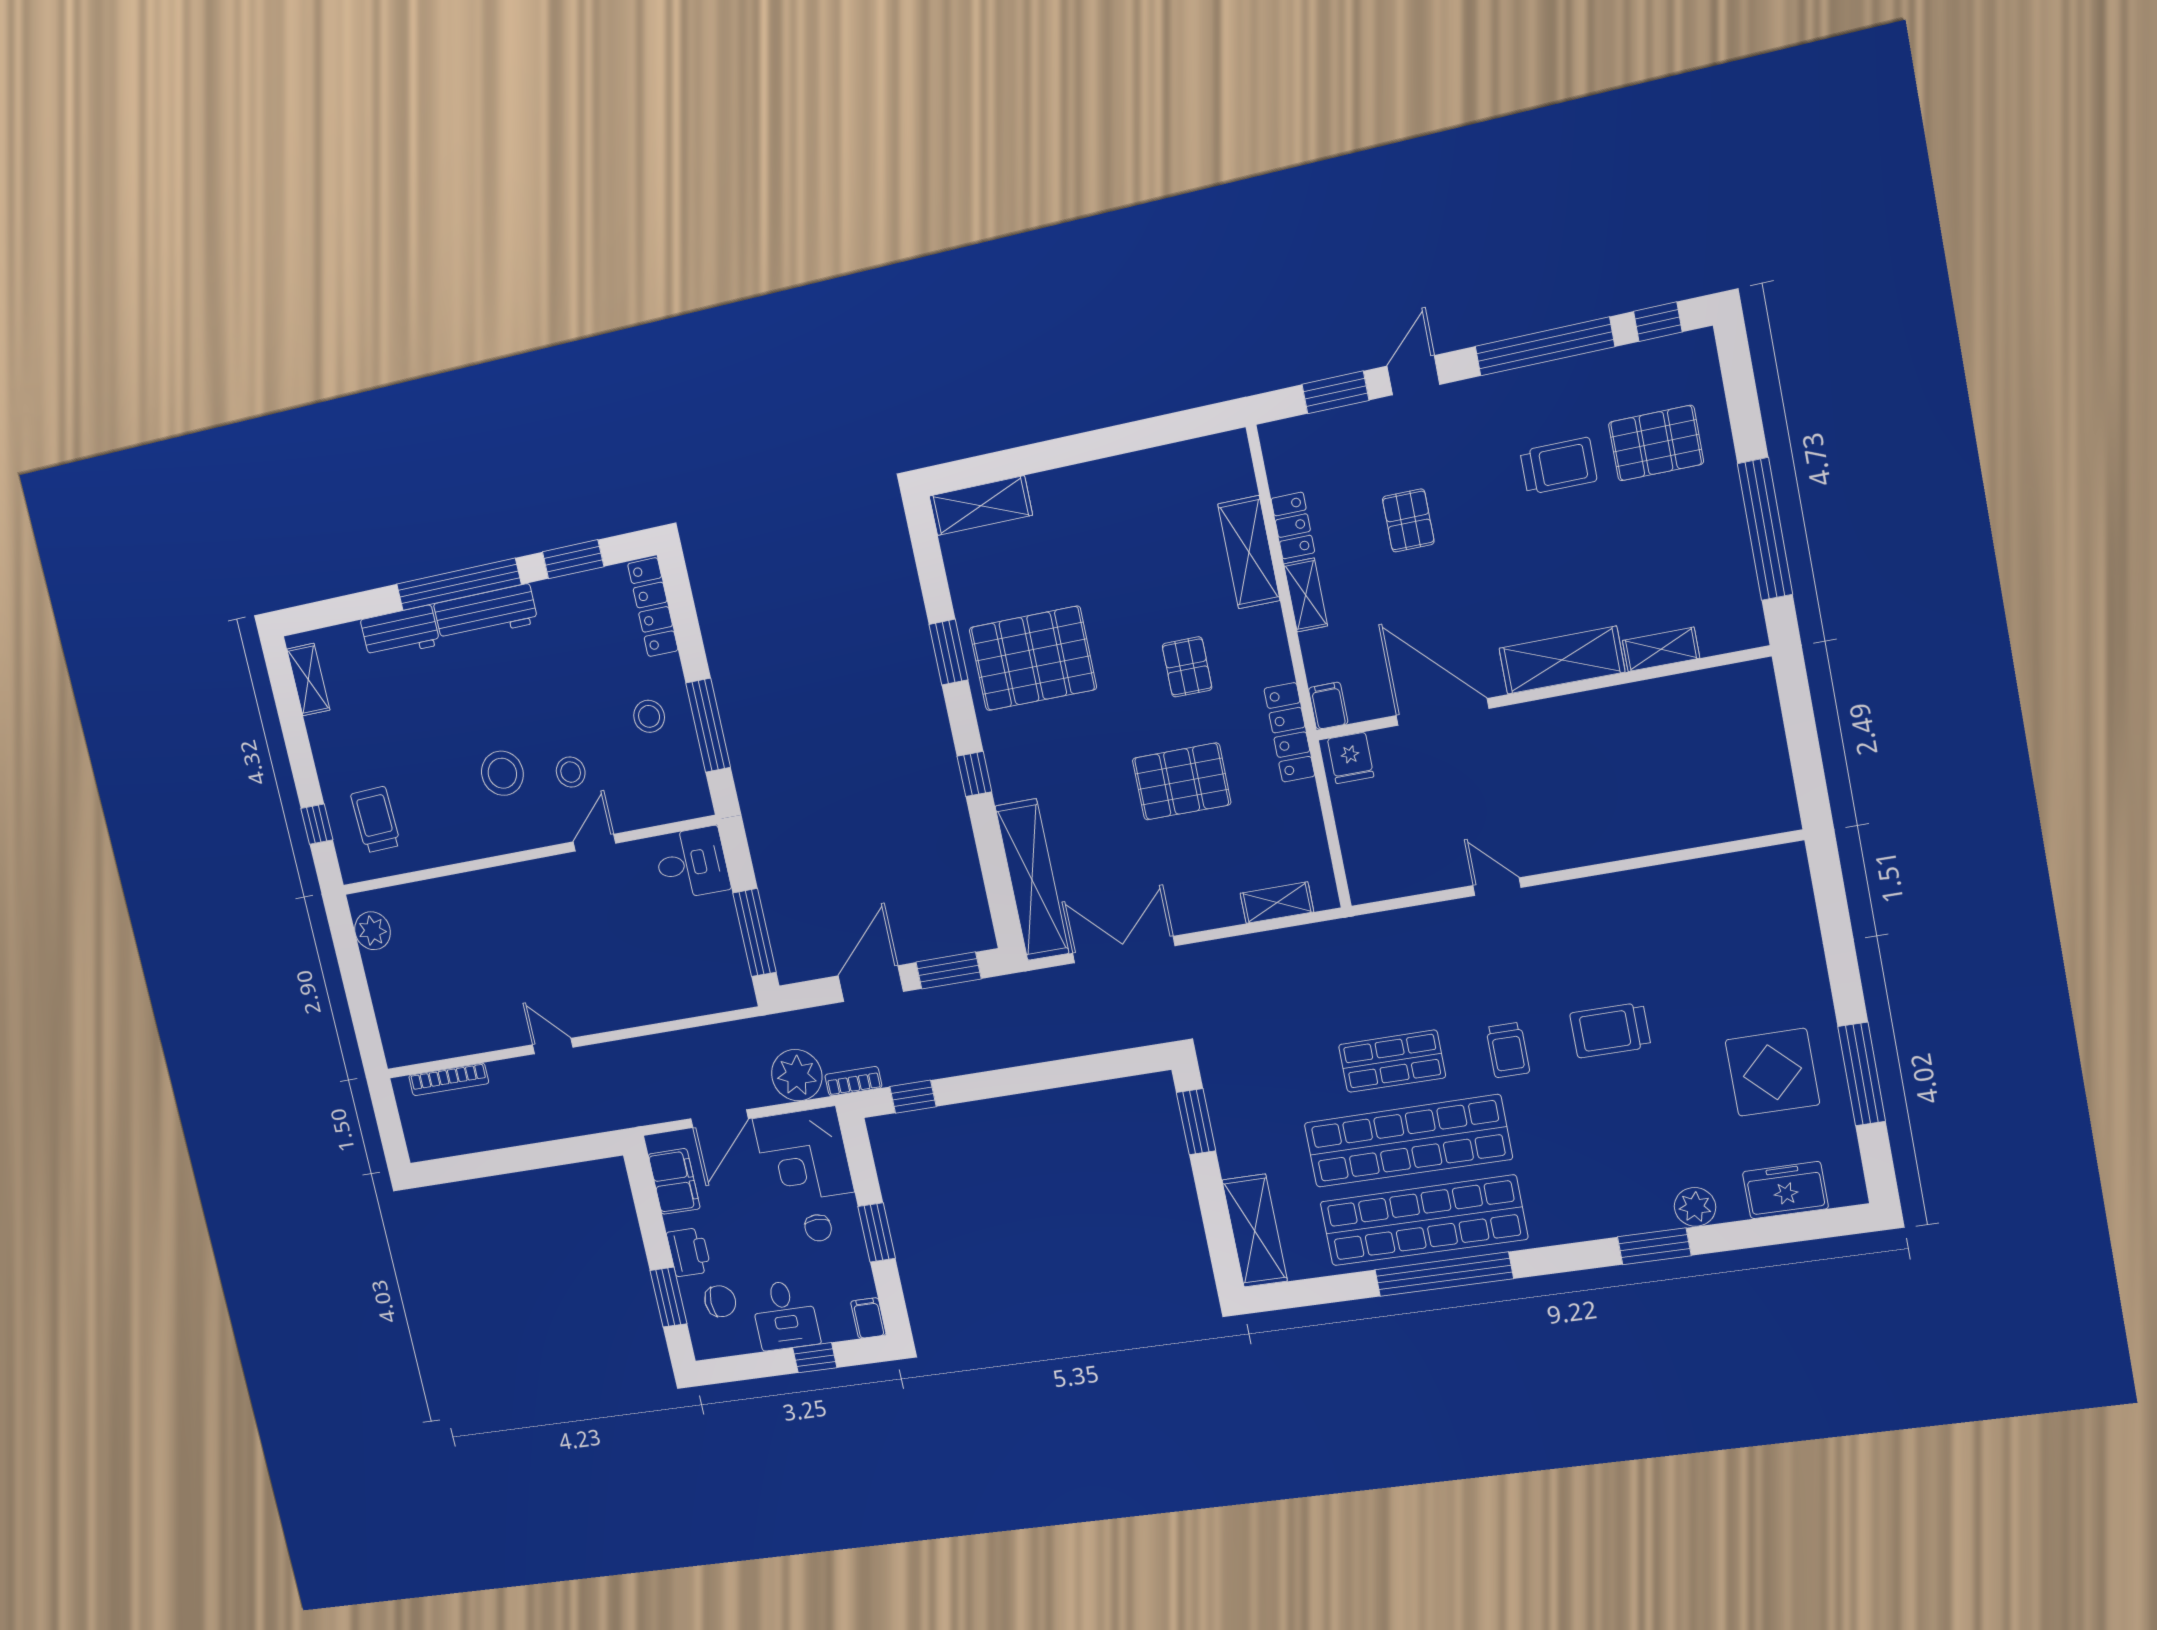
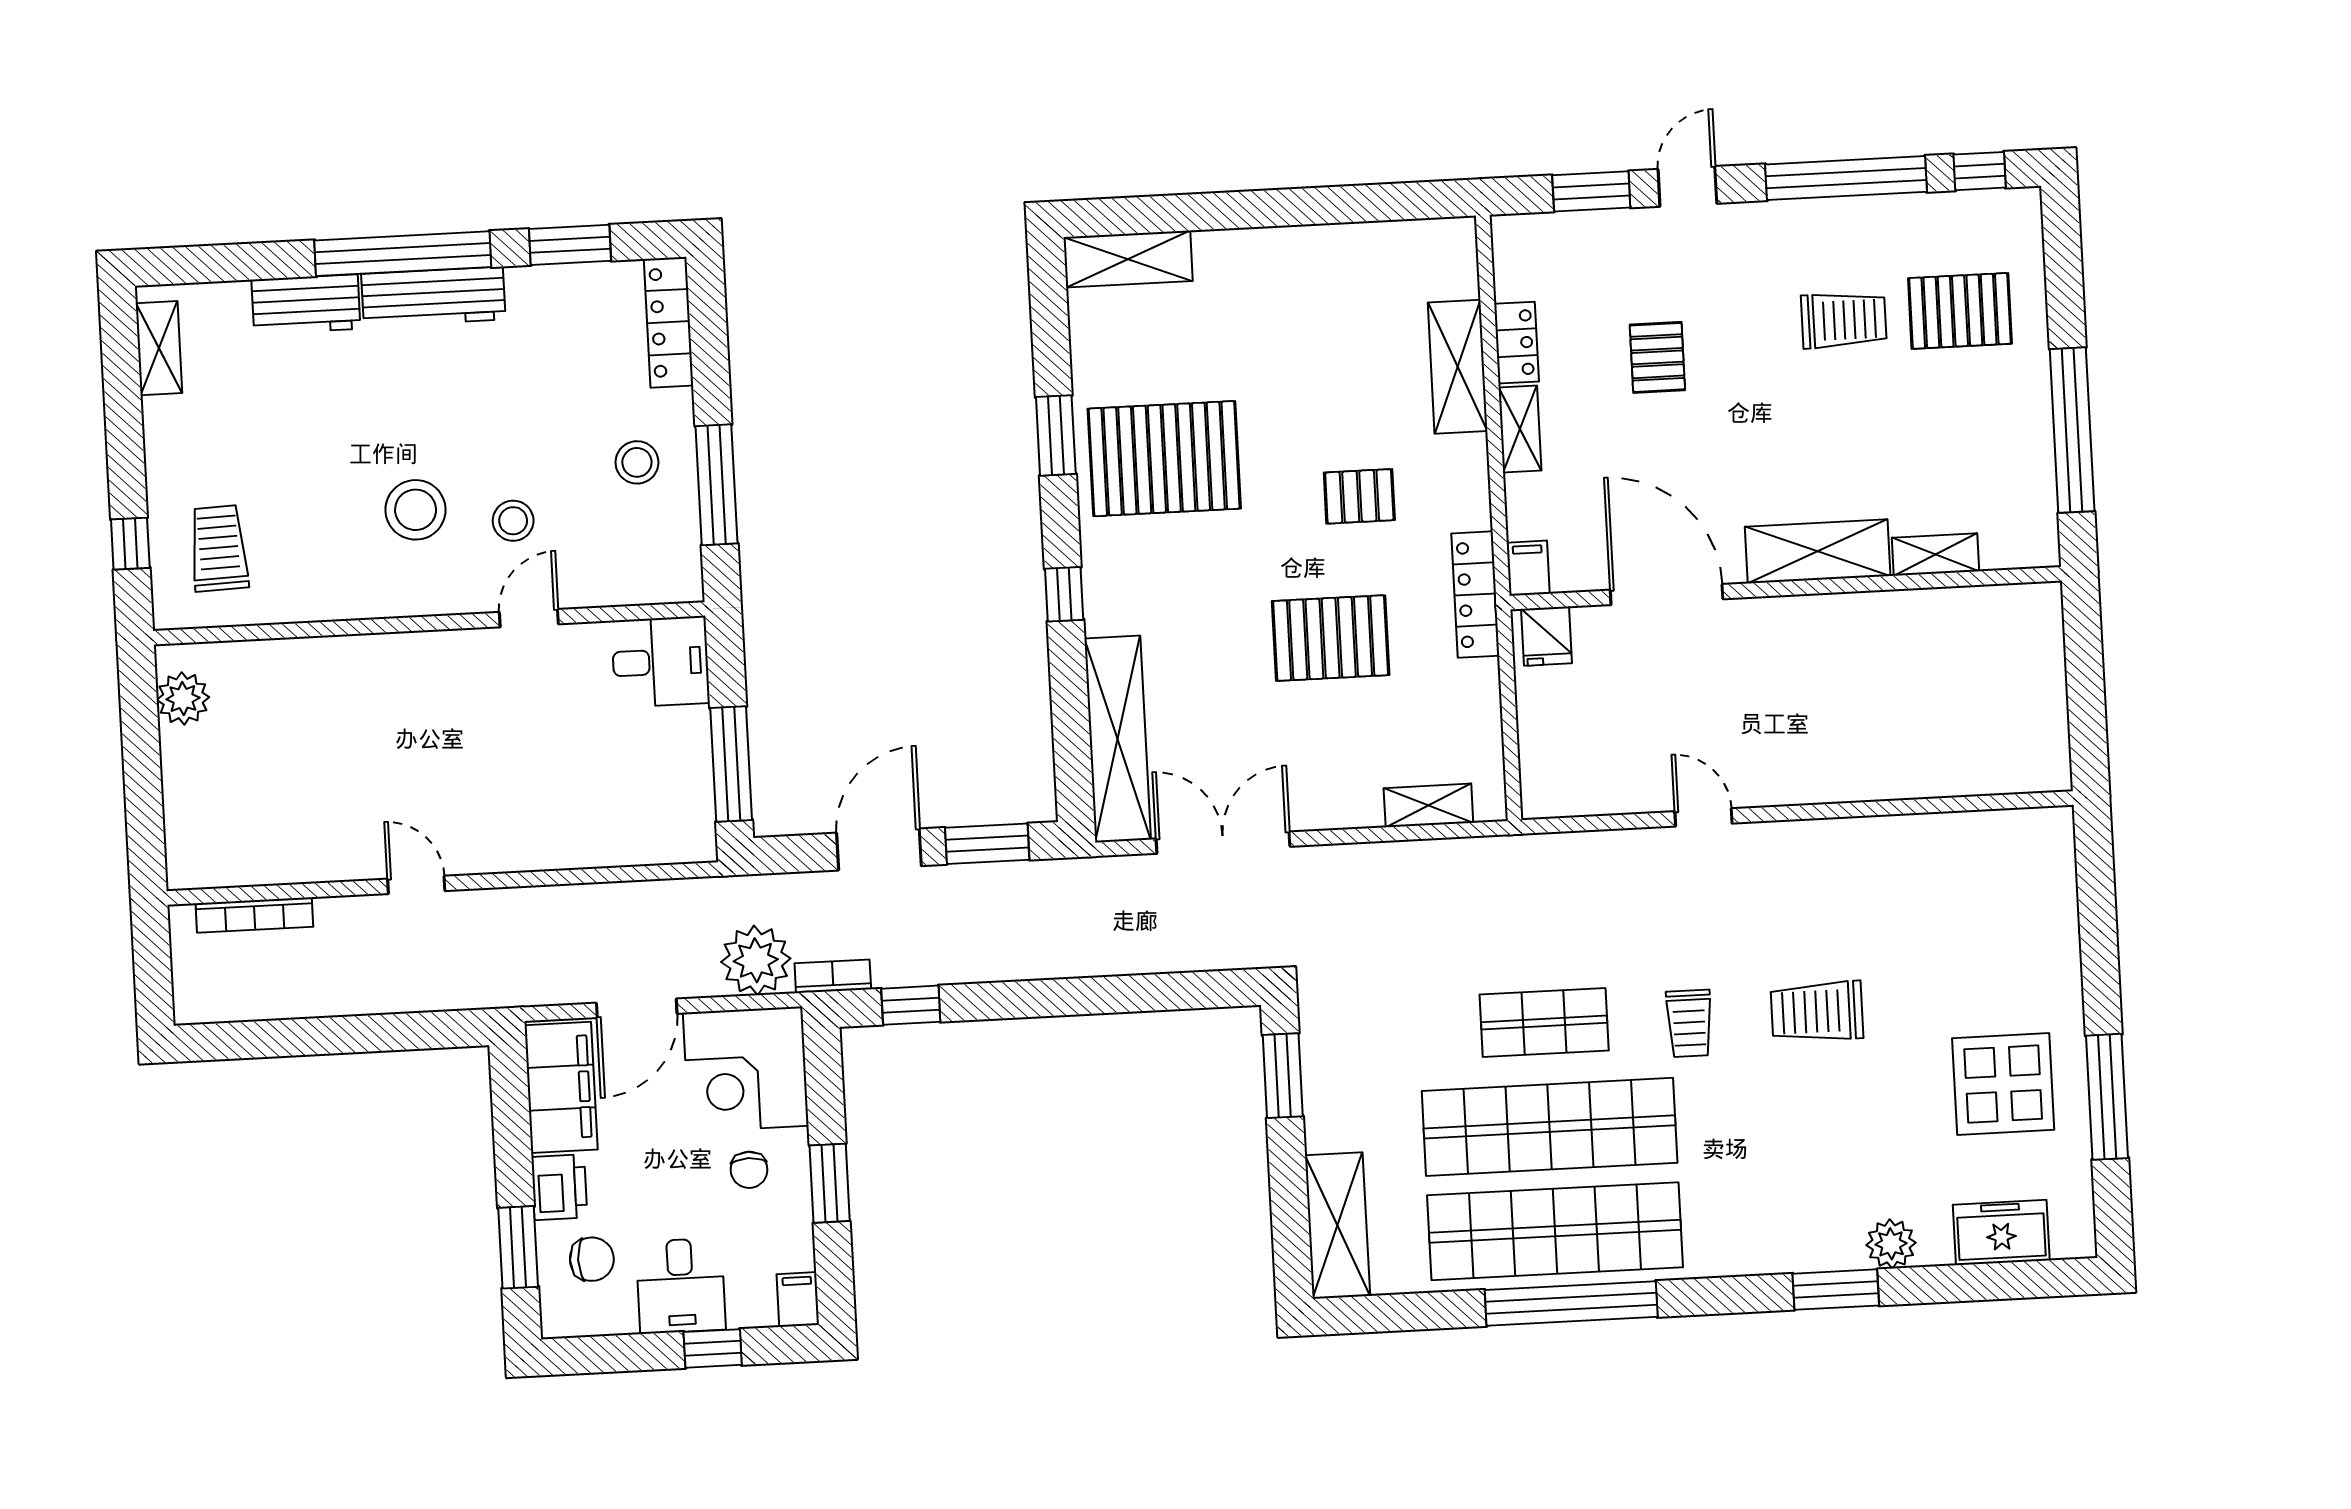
pallet: (1187, 667) -> (1359, 496), turned 90
filing cabinet: (674, 1181) -> (561, 1087), width x1.50, depth x1.17

